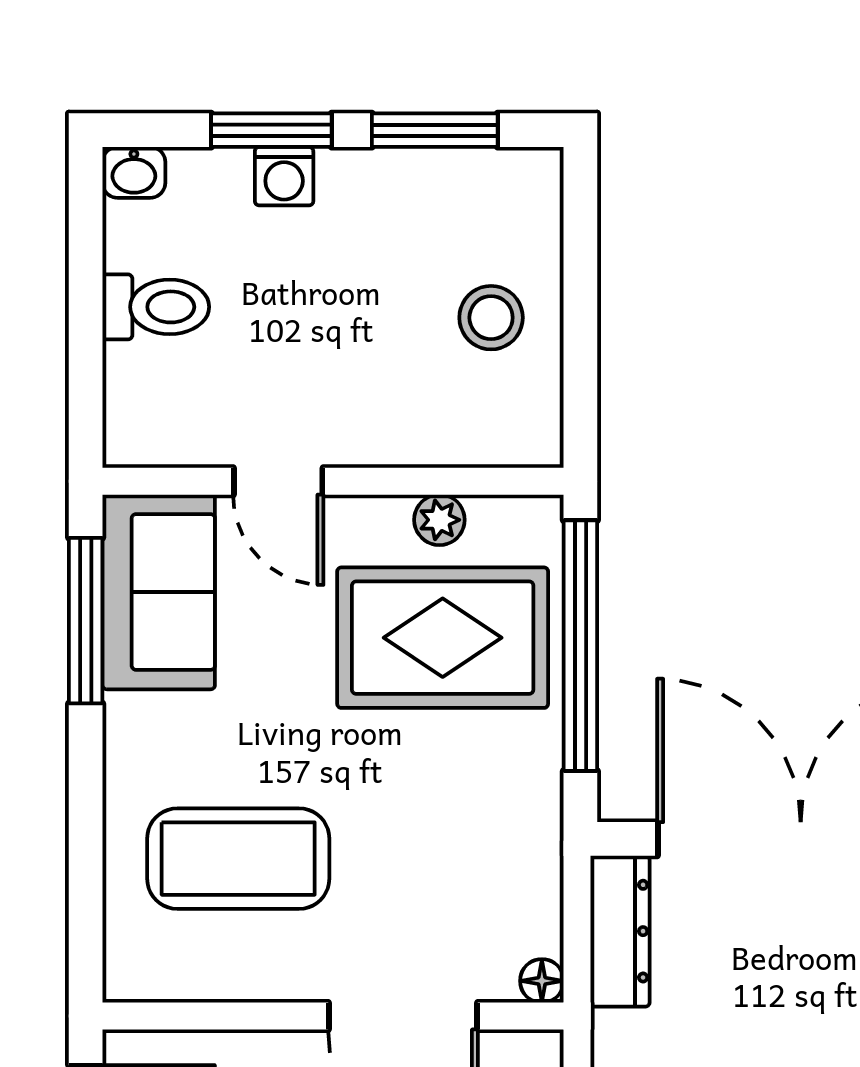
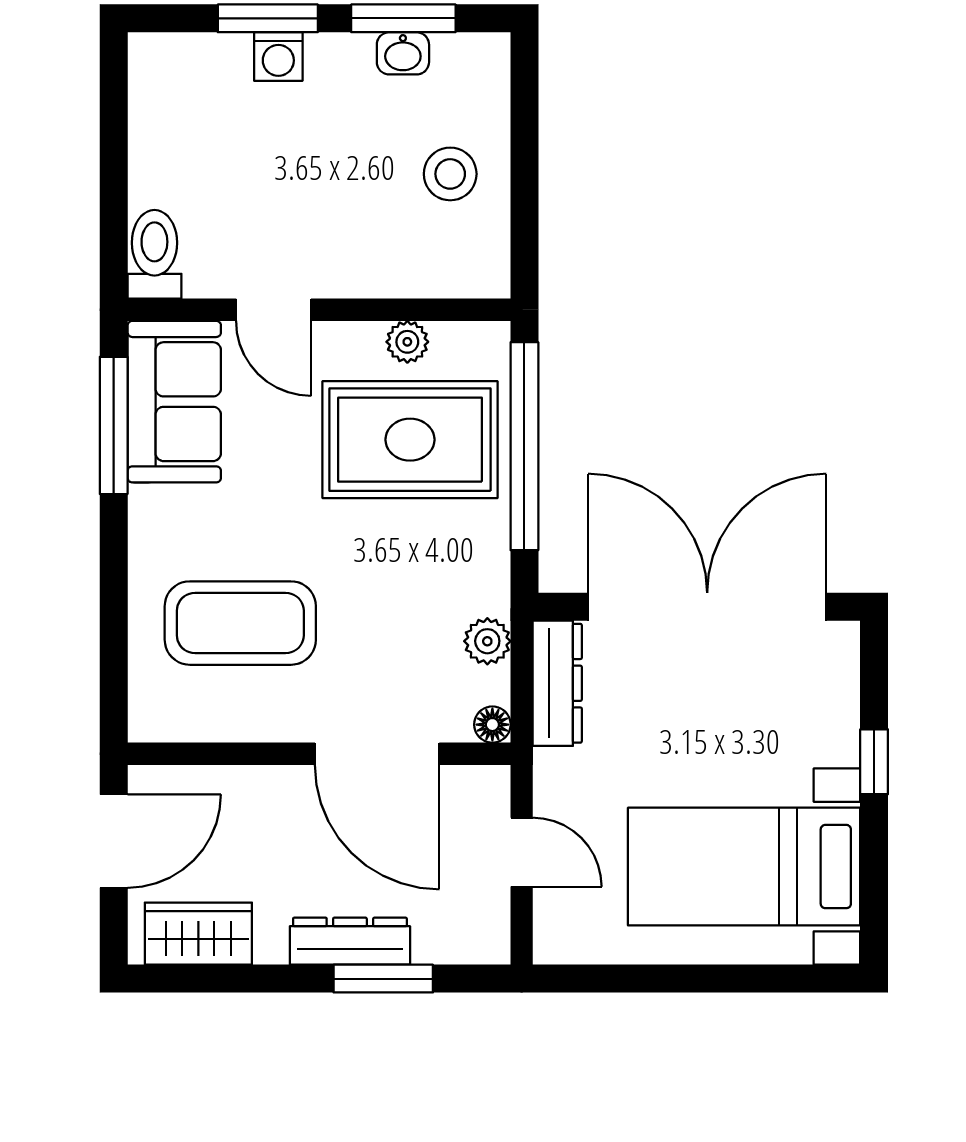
washbasin: (134, 172) -> (403, 53), moved
toilet: (156, 307) -> (154, 254), moved, turned -90
plant: (536, 881) -> (487, 641), added

